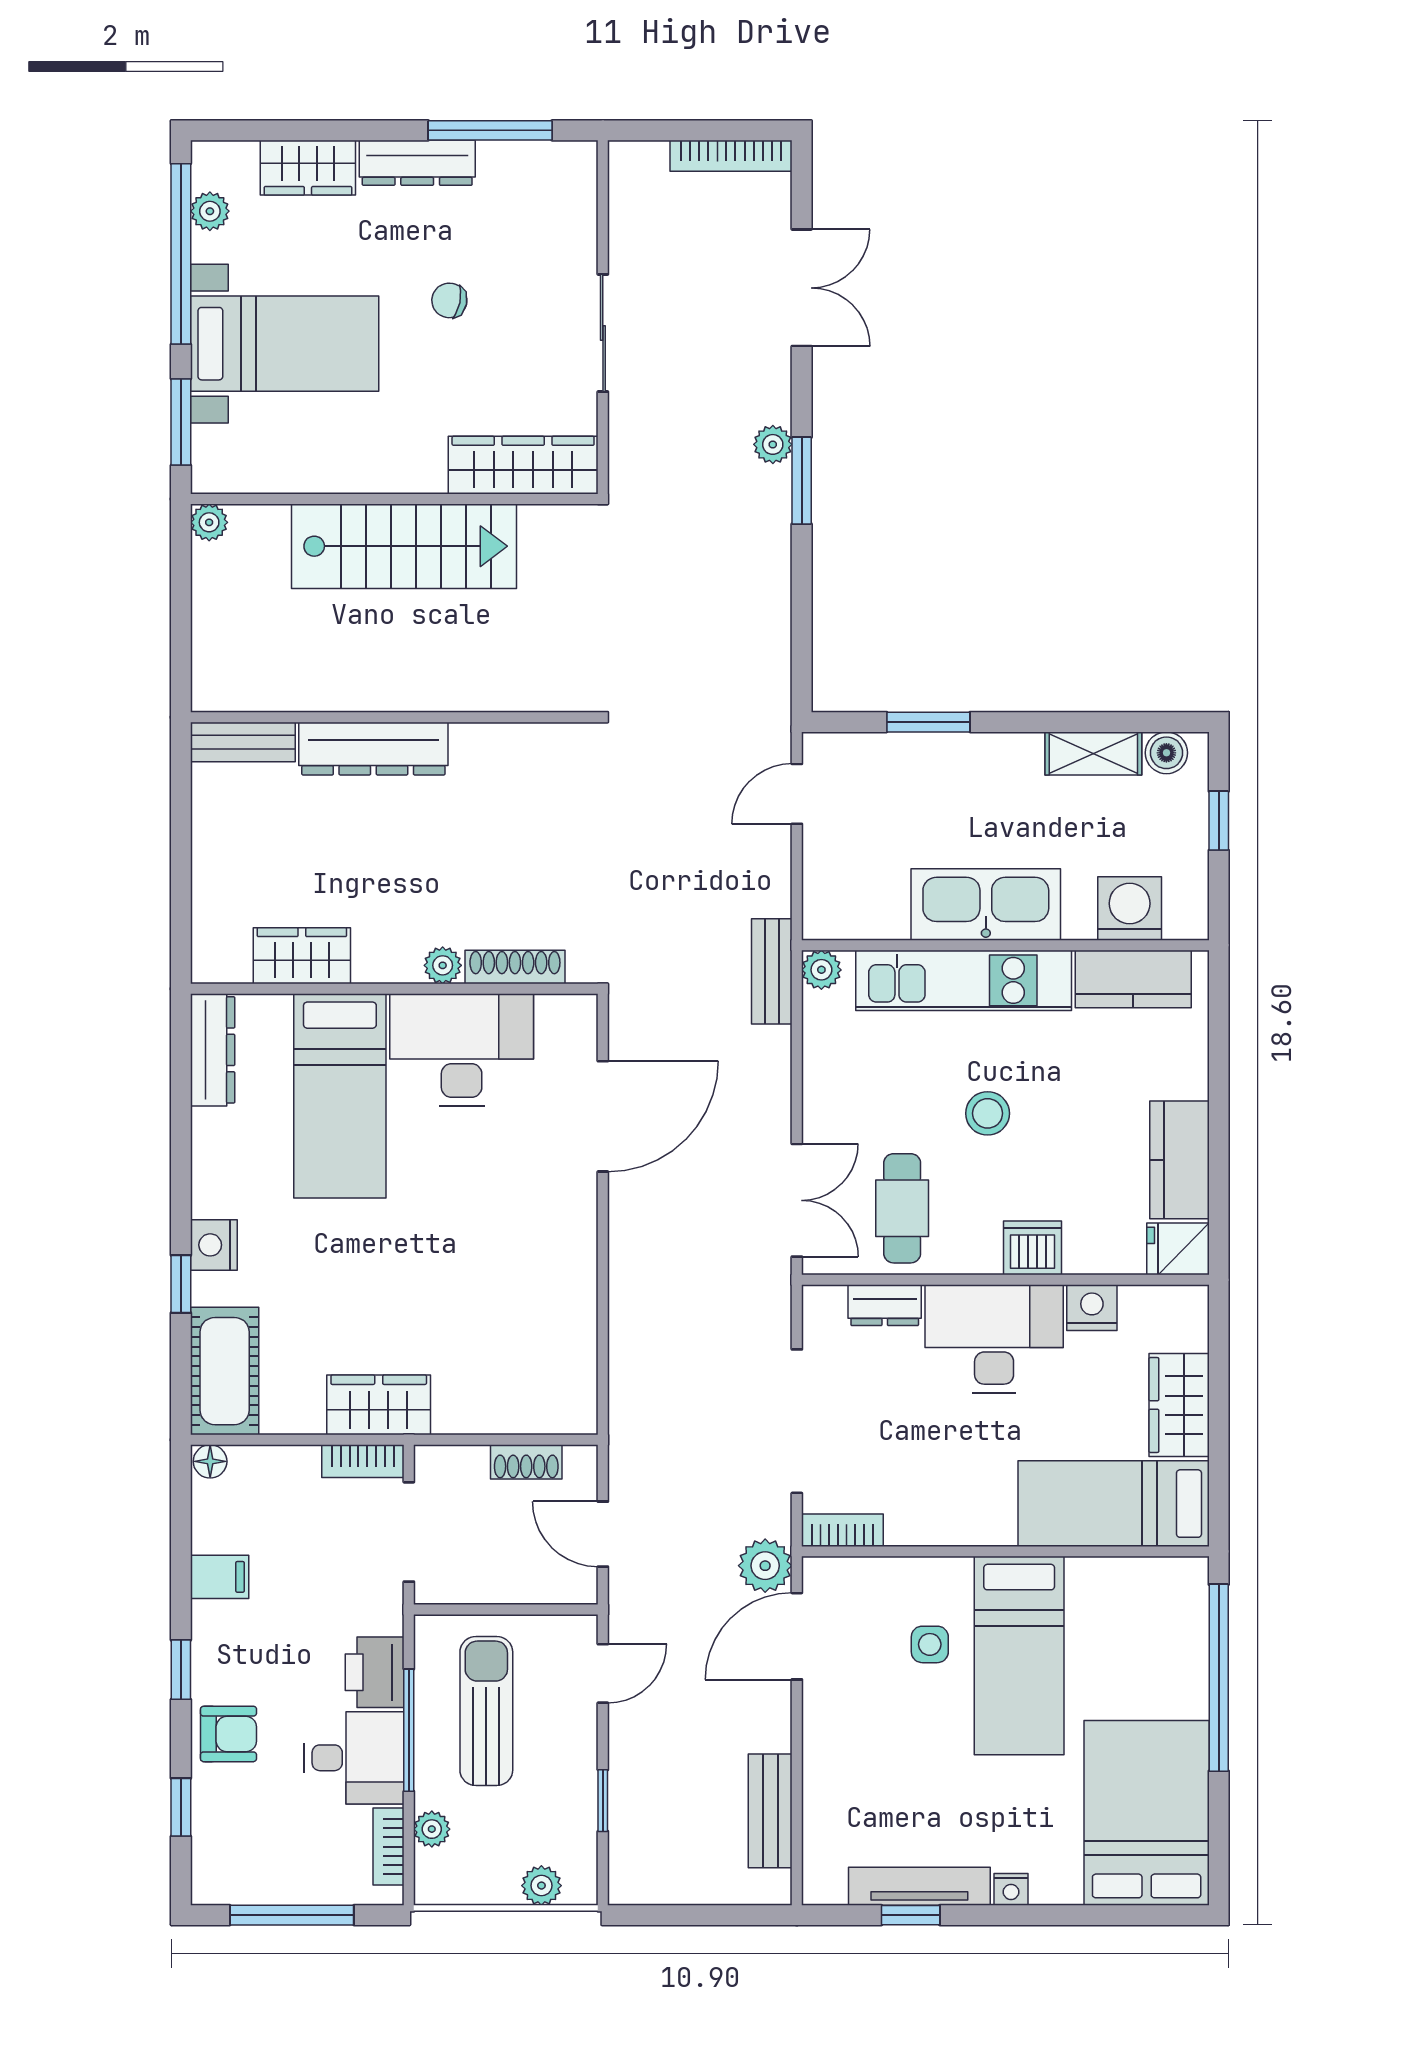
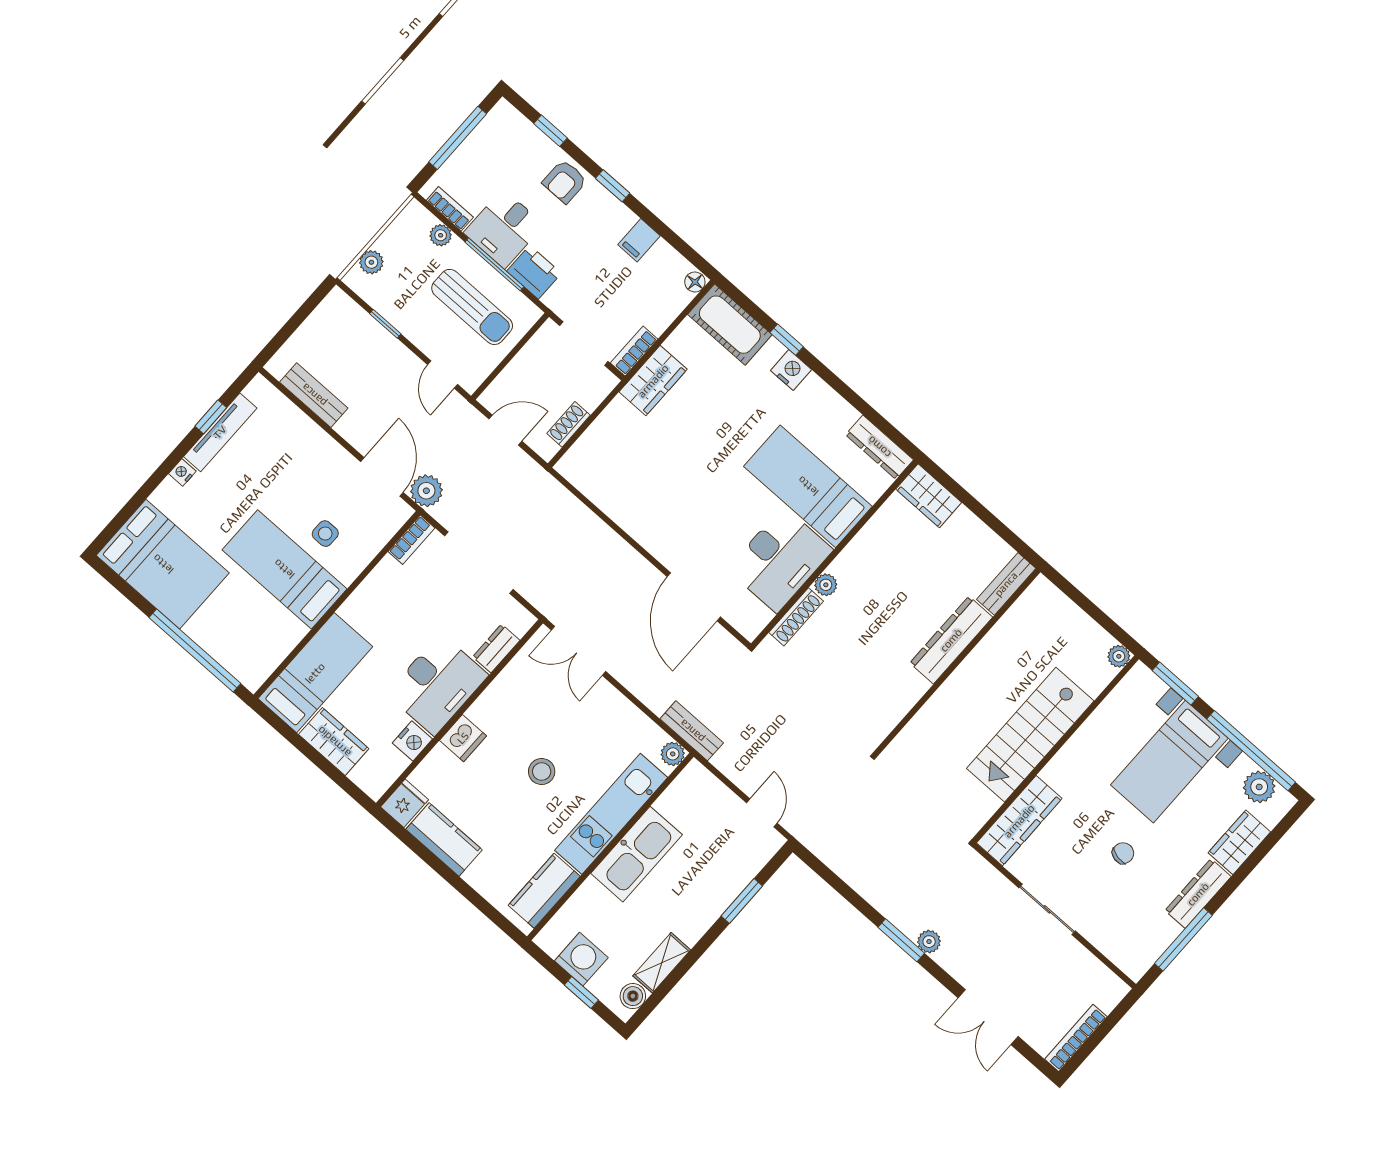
plant: (210, 211) -> (1259, 787), width x1.38, depth x1.38
washing machine: (1130, 909) -> (581, 959), moved, turned -90
wardrobe: (302, 956) -> (929, 496), moved, turned 90
cafe table: (902, 1208) -> (533, 695), removed

